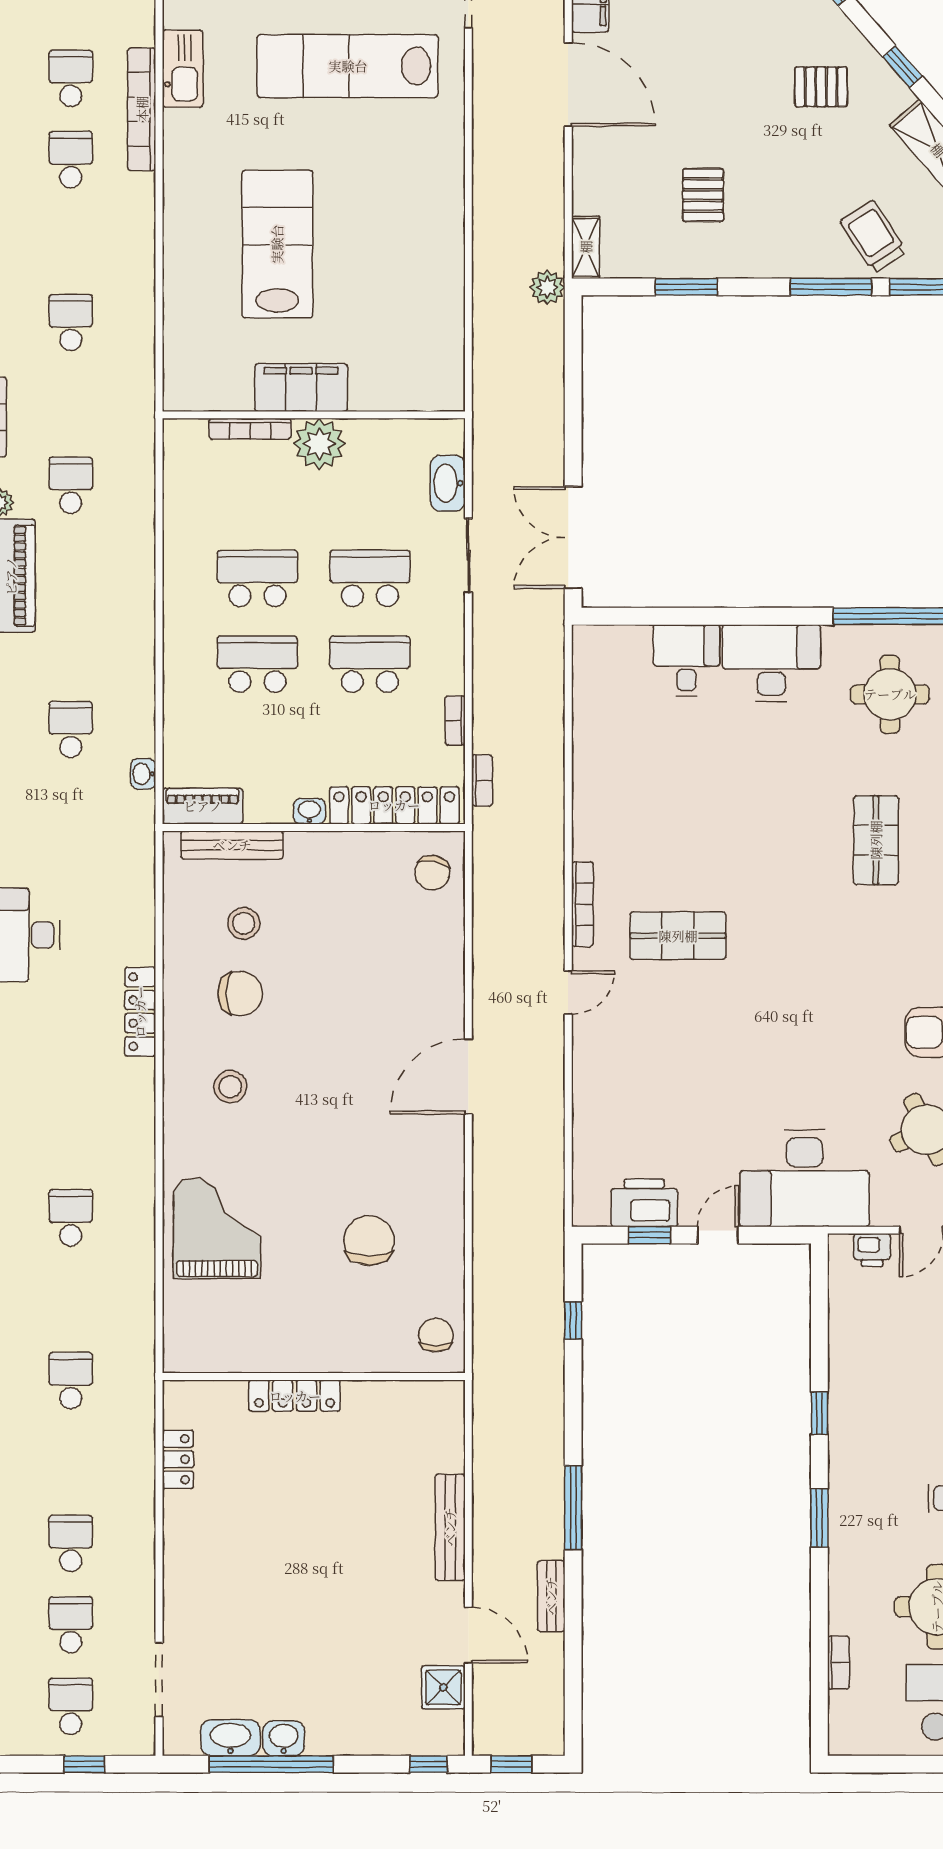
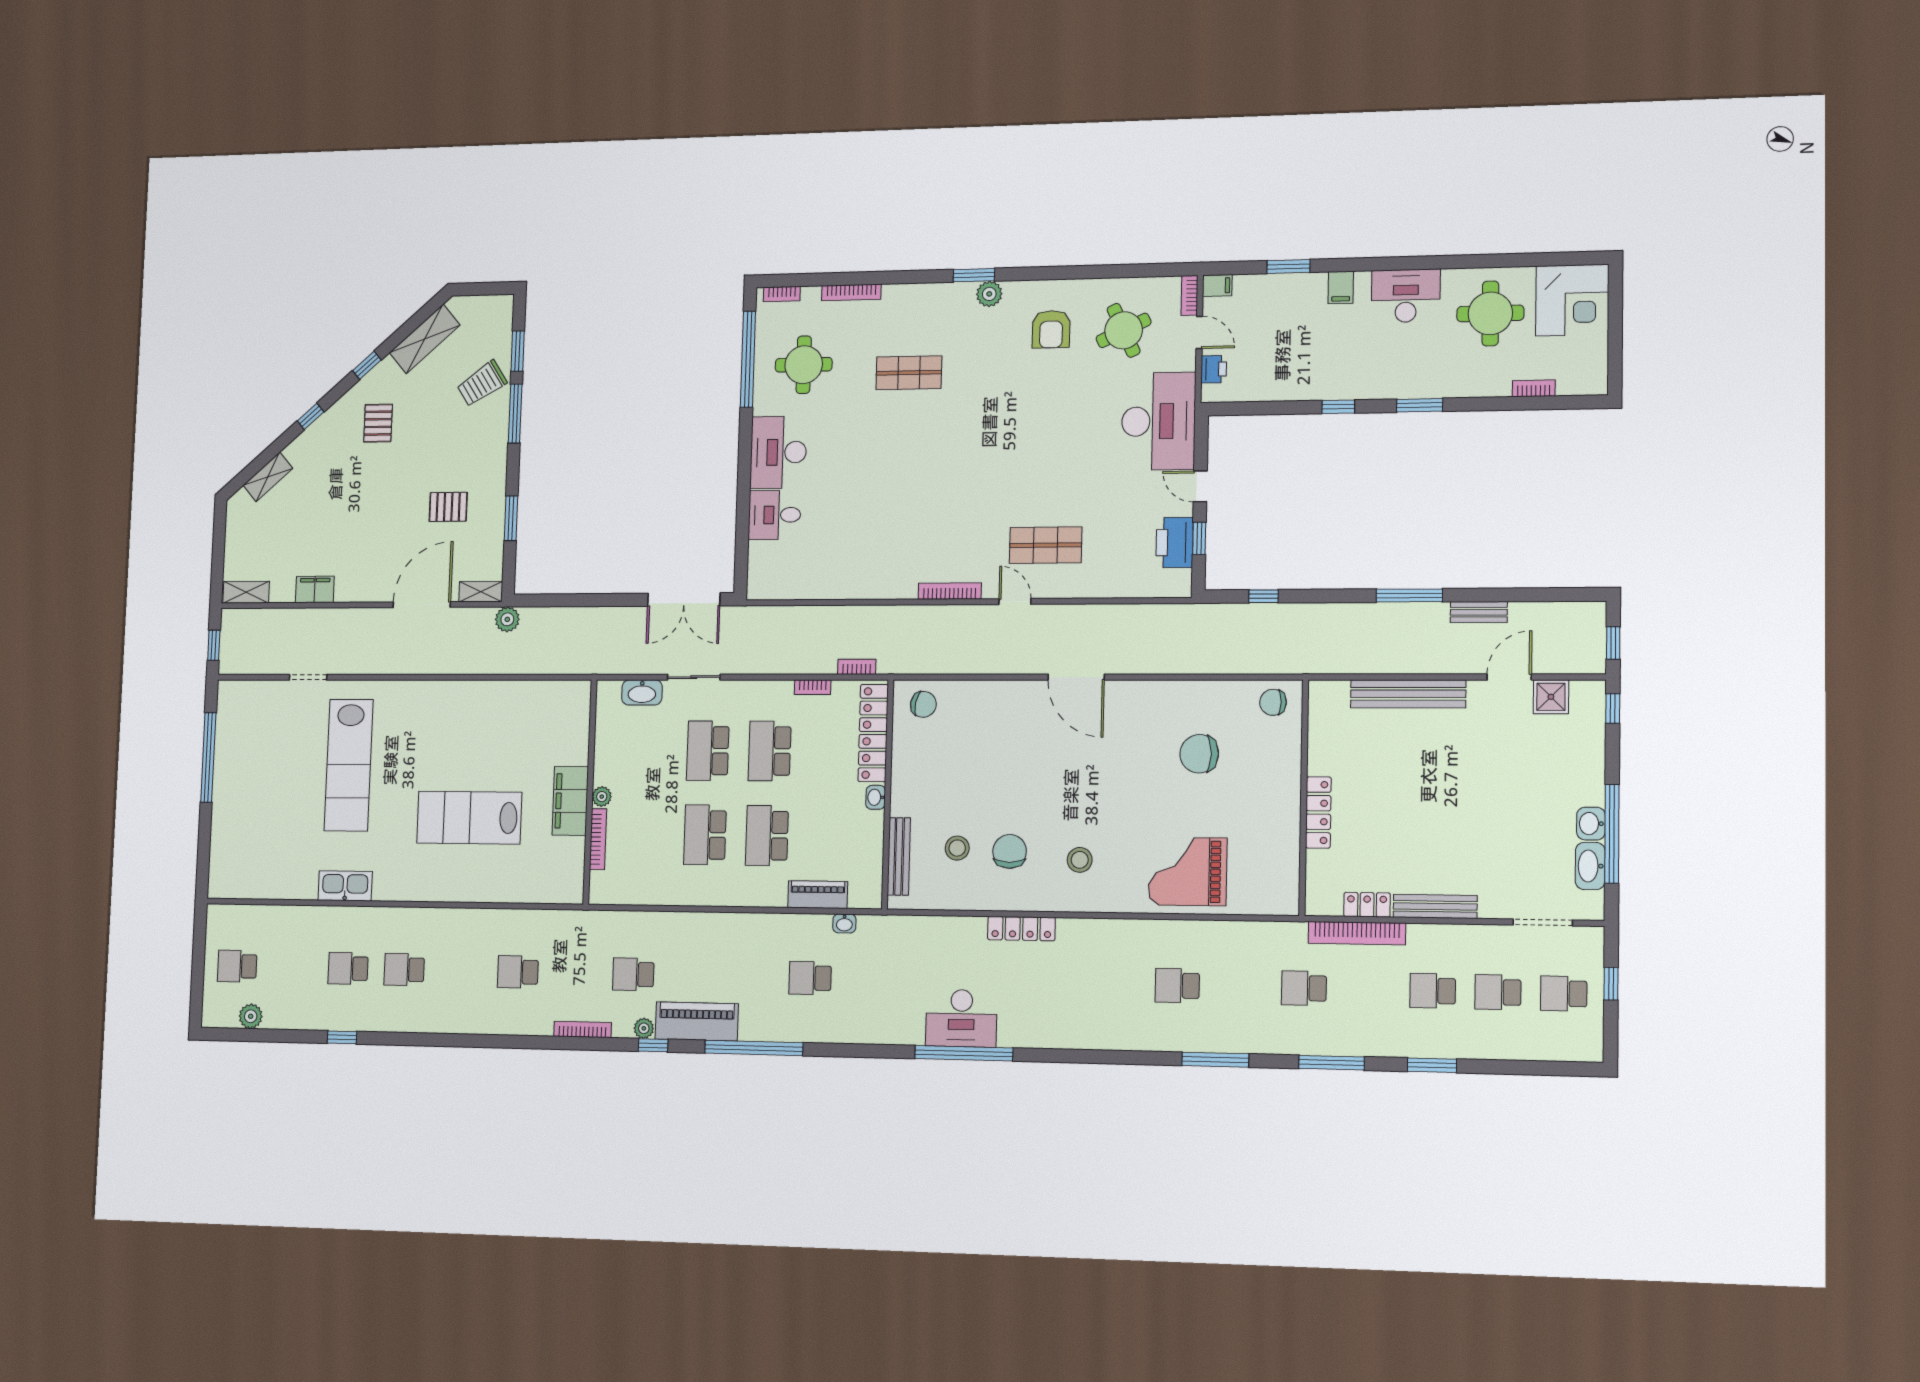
door: (568, 84) -> (422, 605), moved
bookcase: (142, 109) -> (1357, 933), moved
plant: (319, 444) -> (602, 797), width x0.53, depth x0.53
piano: (203, 806) -> (818, 895), moved, turned 90
shop shelf: (678, 936) -> (1046, 545), moved, turned 90
bench: (450, 1527) -> (1408, 694), width x1.37, depth x1.21
bench: (177, 1545) -> (1435, 906), added

